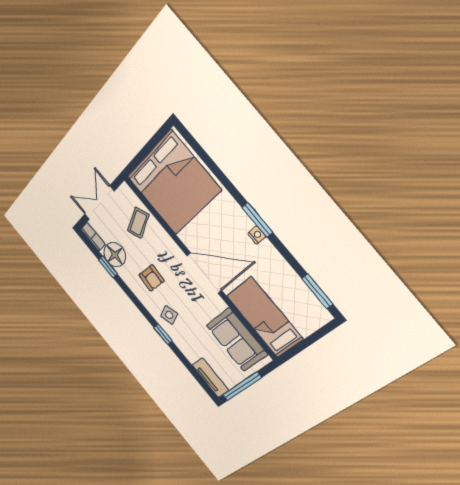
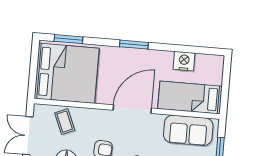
nightstand: (257, 235) -> (184, 61), moved, width x1.89, depth x1.79
window: (317, 291) -> (68, 39), moved

